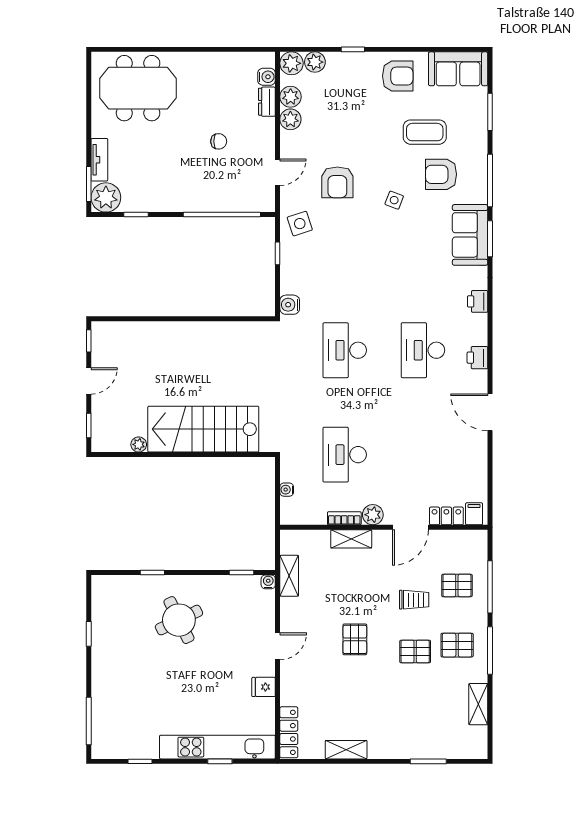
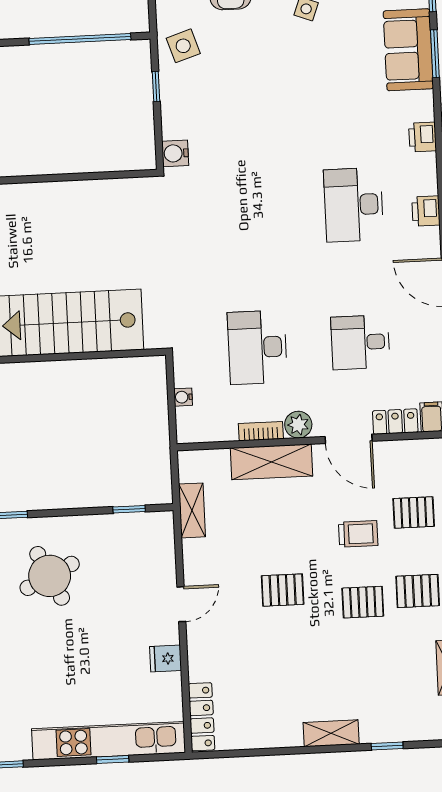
desk: (345, 350) -> (360, 342), moved, width x0.73
door: (410, 527) -> (349, 439), hinge flipped
shelving: (351, 539) -> (271, 462), width x1.50, depth x1.33
water cooler: (268, 582) -> (165, 520), removed
pallet: (355, 639) -> (283, 590), turned 90
shelving: (346, 750) -> (331, 733), moved
window: (428, 761) -> (387, 746), width x0.67

